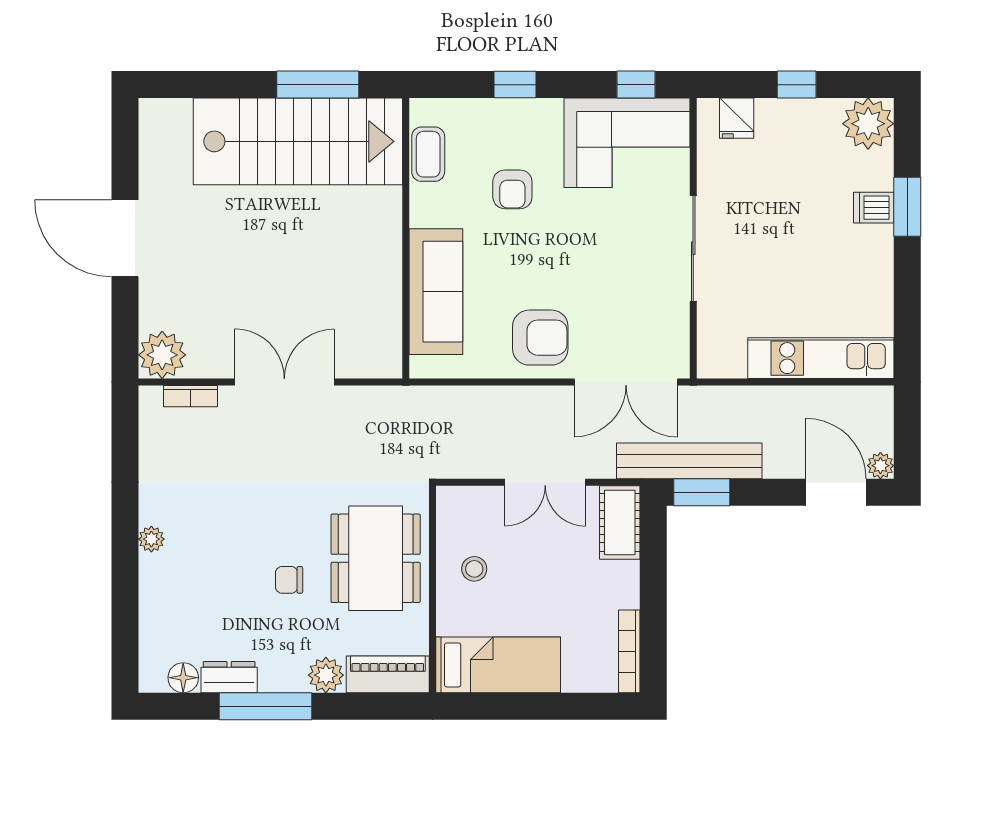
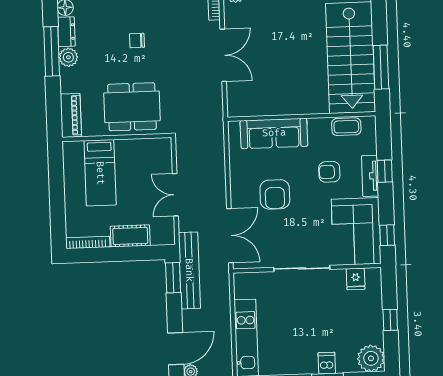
tv unit: (523, 113) -> (370, 176), added
fridge: (737, 118) -> (356, 279), moved, turned -90
armchair: (540, 338) -> (275, 194), moved
double door: (626, 382) -> (230, 236), swing flipped
cot: (620, 522) -> (130, 236), moved
stool: (474, 569) -> (128, 159), removed
chair: (289, 580) -> (137, 41), moved, turned -90
bed: (498, 665) -> (100, 173), moved
plant: (326, 675) -> (68, 57), moved

